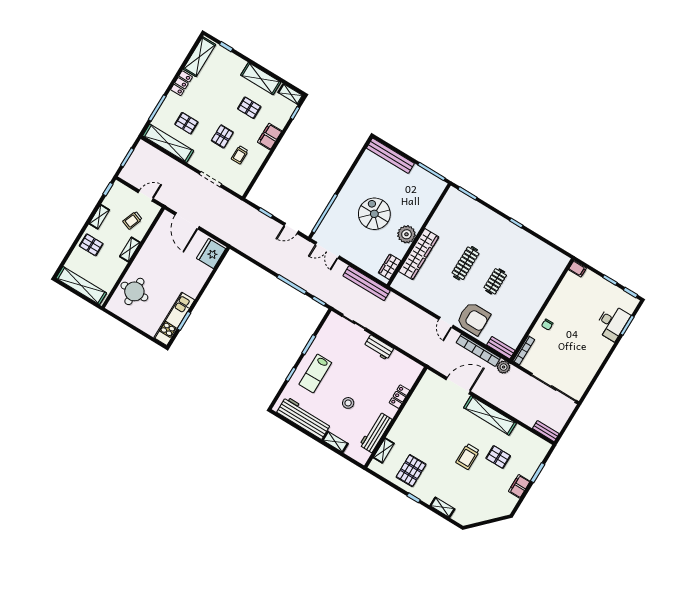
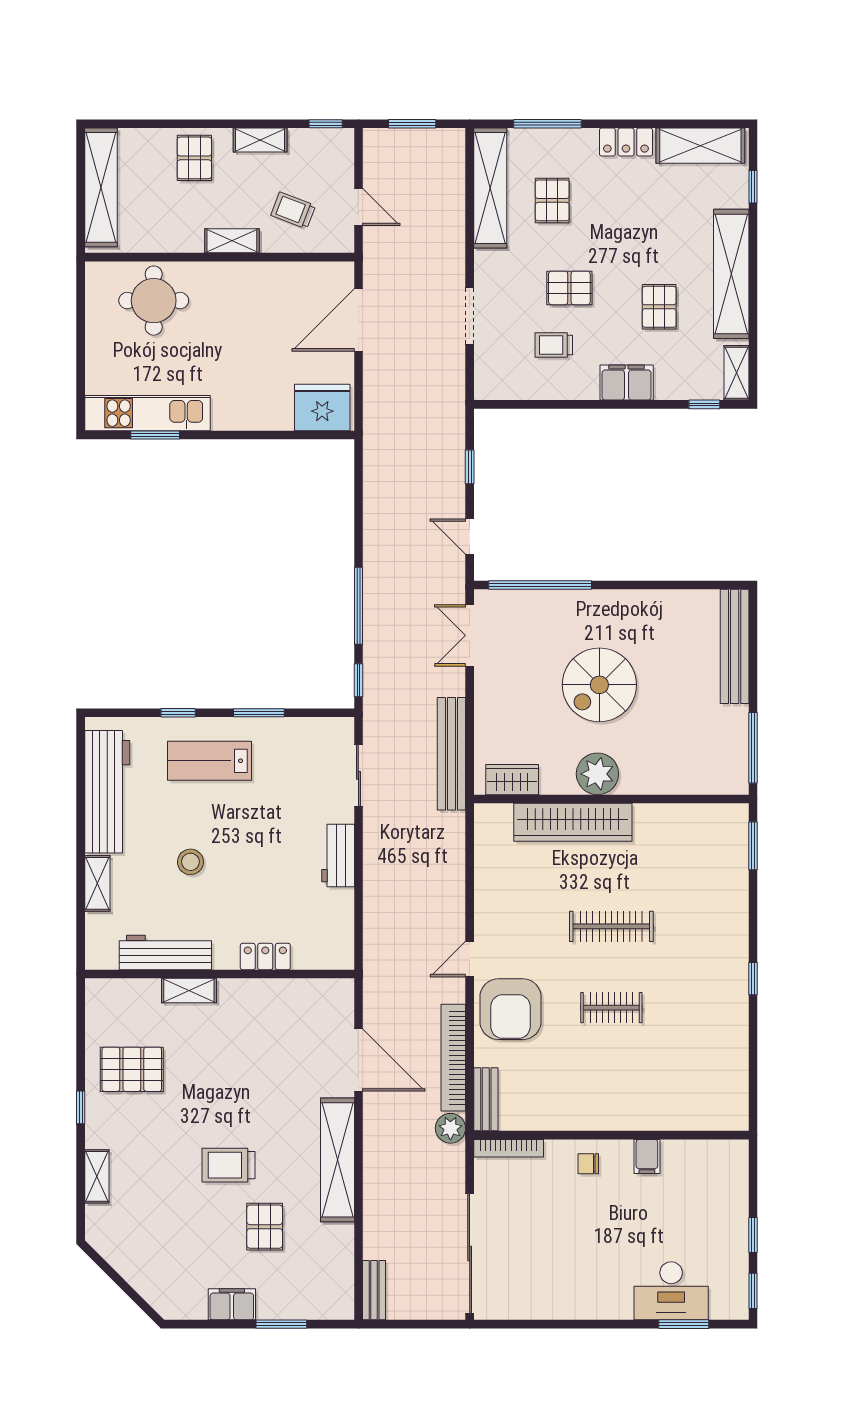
shelving: (261, 79) -> (731, 274), width x1.47
spiral stairs: (374, 214) -> (599, 685), turned 180
filing cabinet: (577, 269) -> (647, 1156), moved
shelving: (384, 450) -> (189, 990), moved

